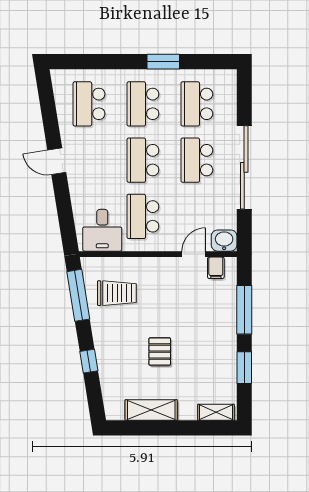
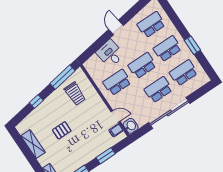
desk: (102, 230) -> (110, 54), moved, turned 81
window: (244, 310) -> (106, 156), width x0.69

